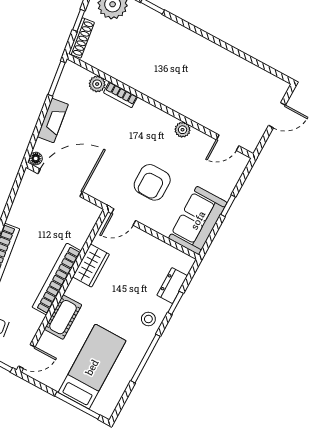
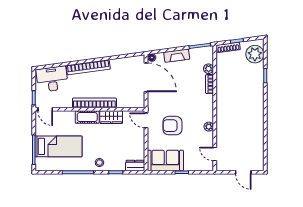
dresser: (172, 286) -> (135, 165), moved
cot: (63, 317) -> (87, 117), moved

